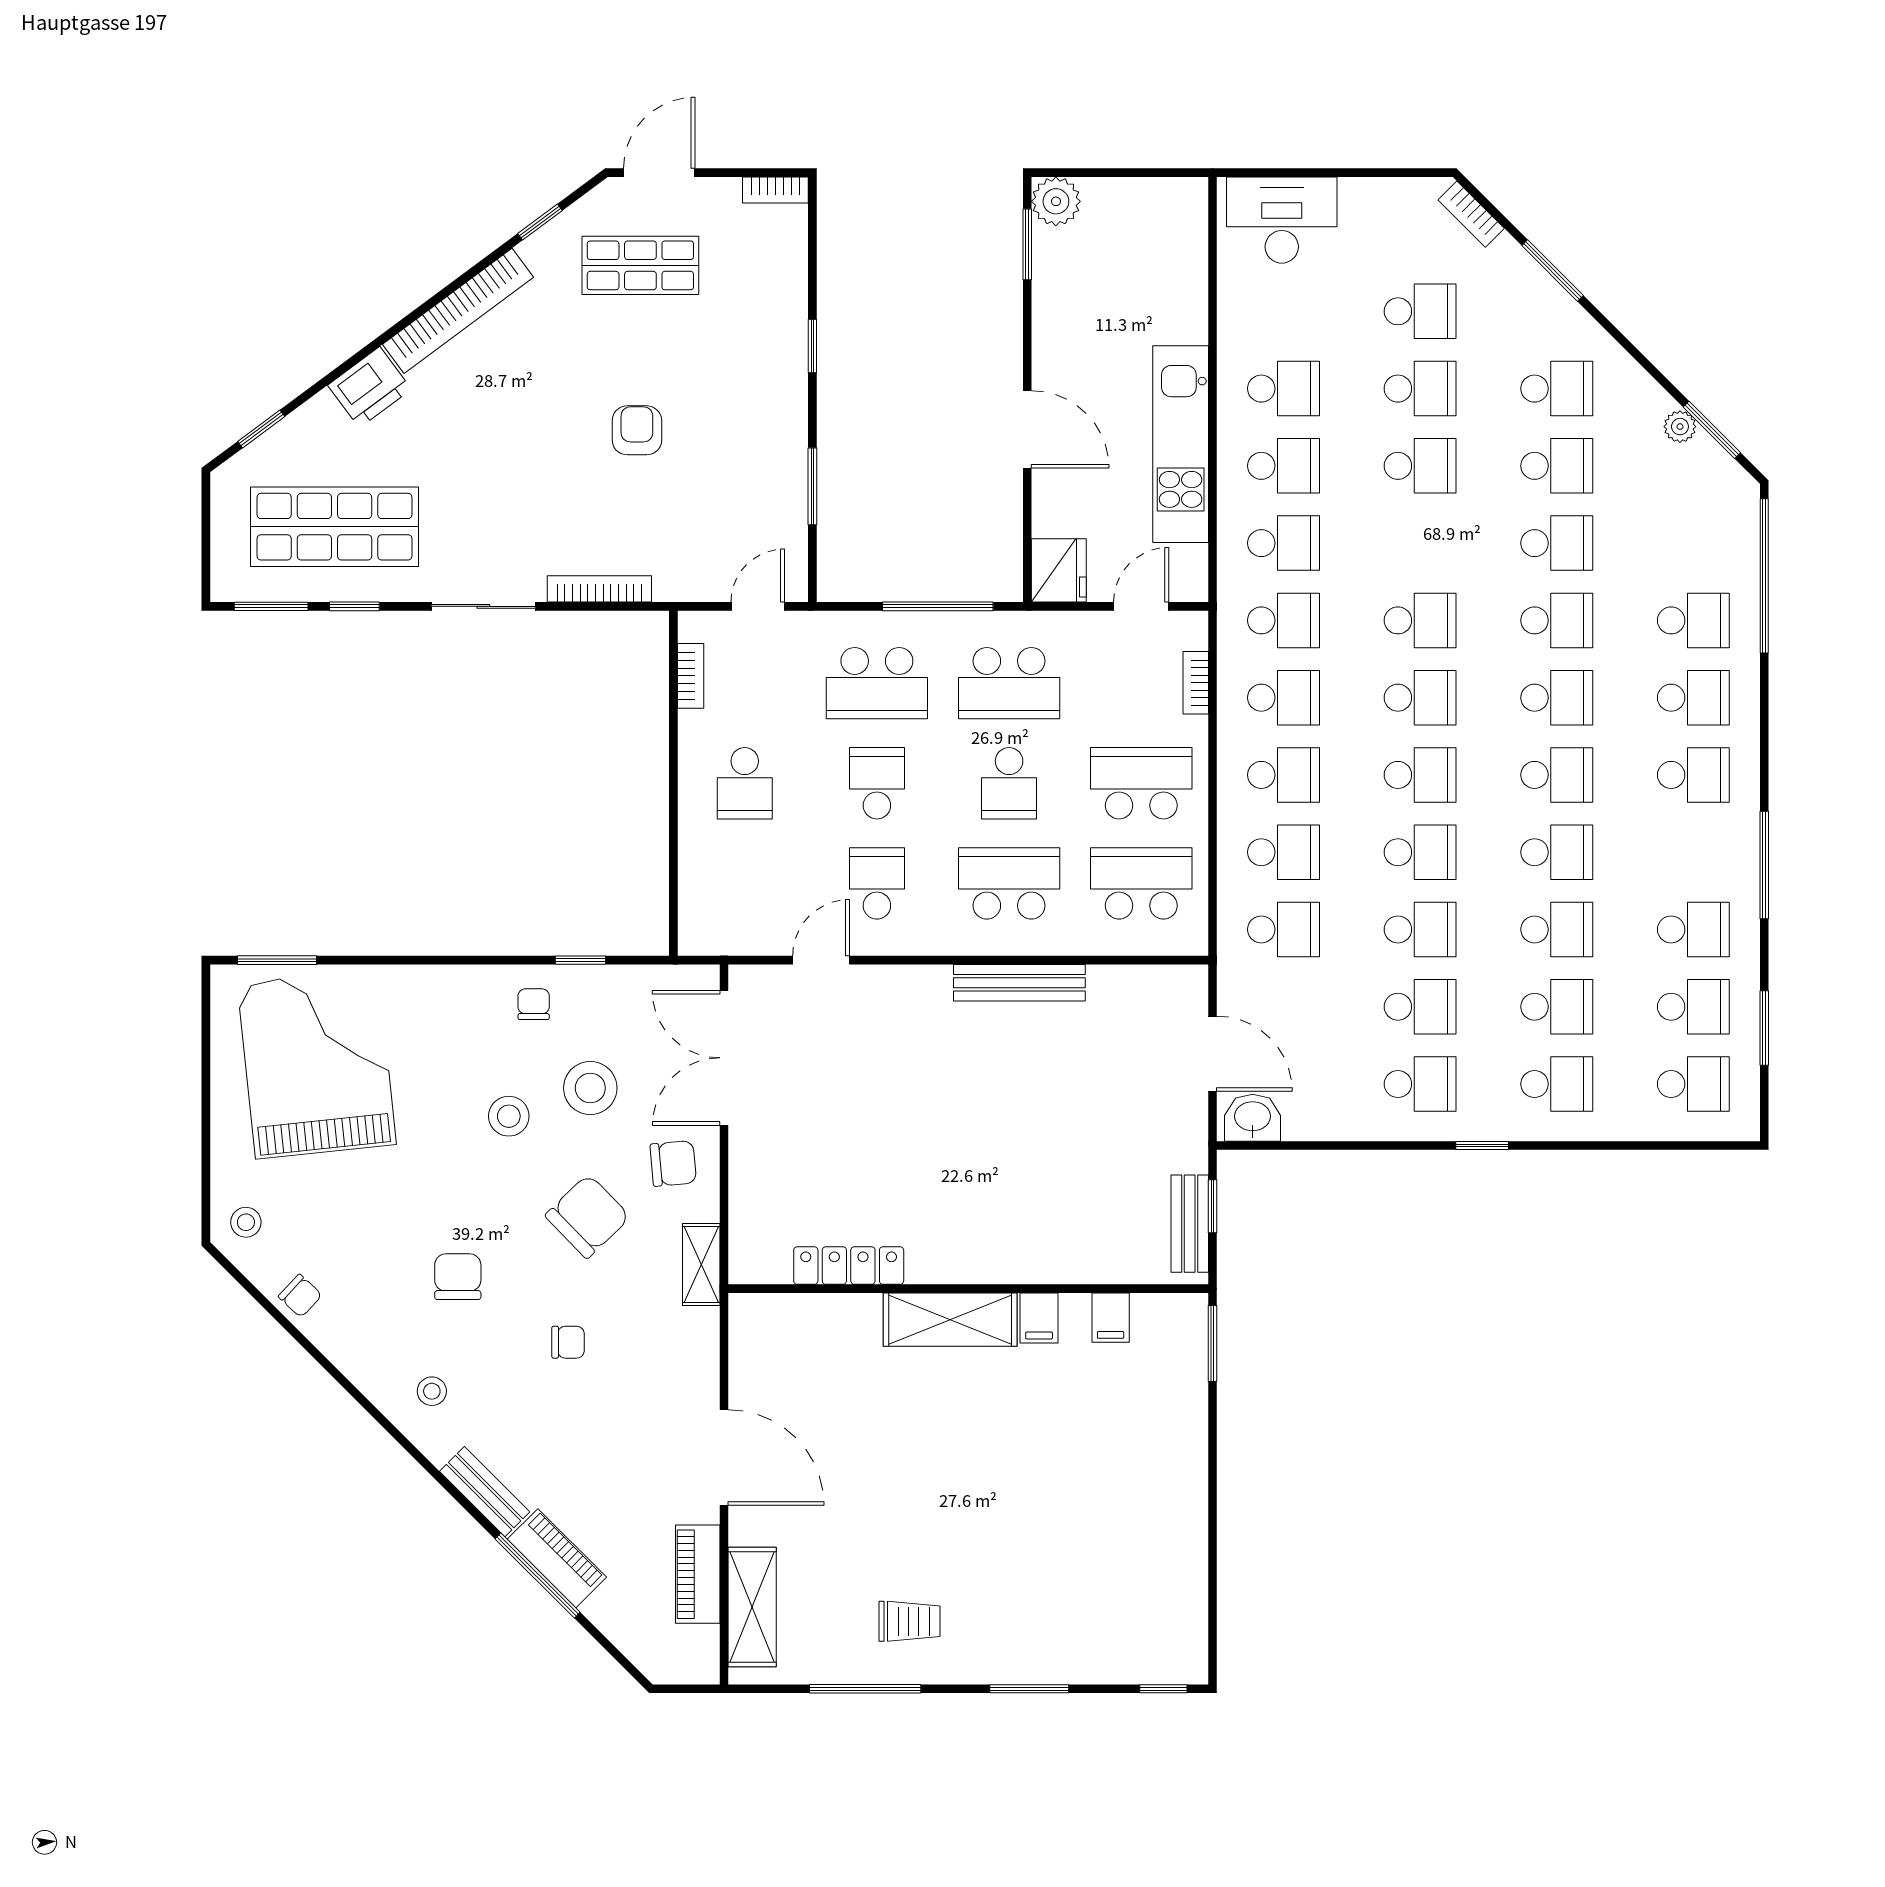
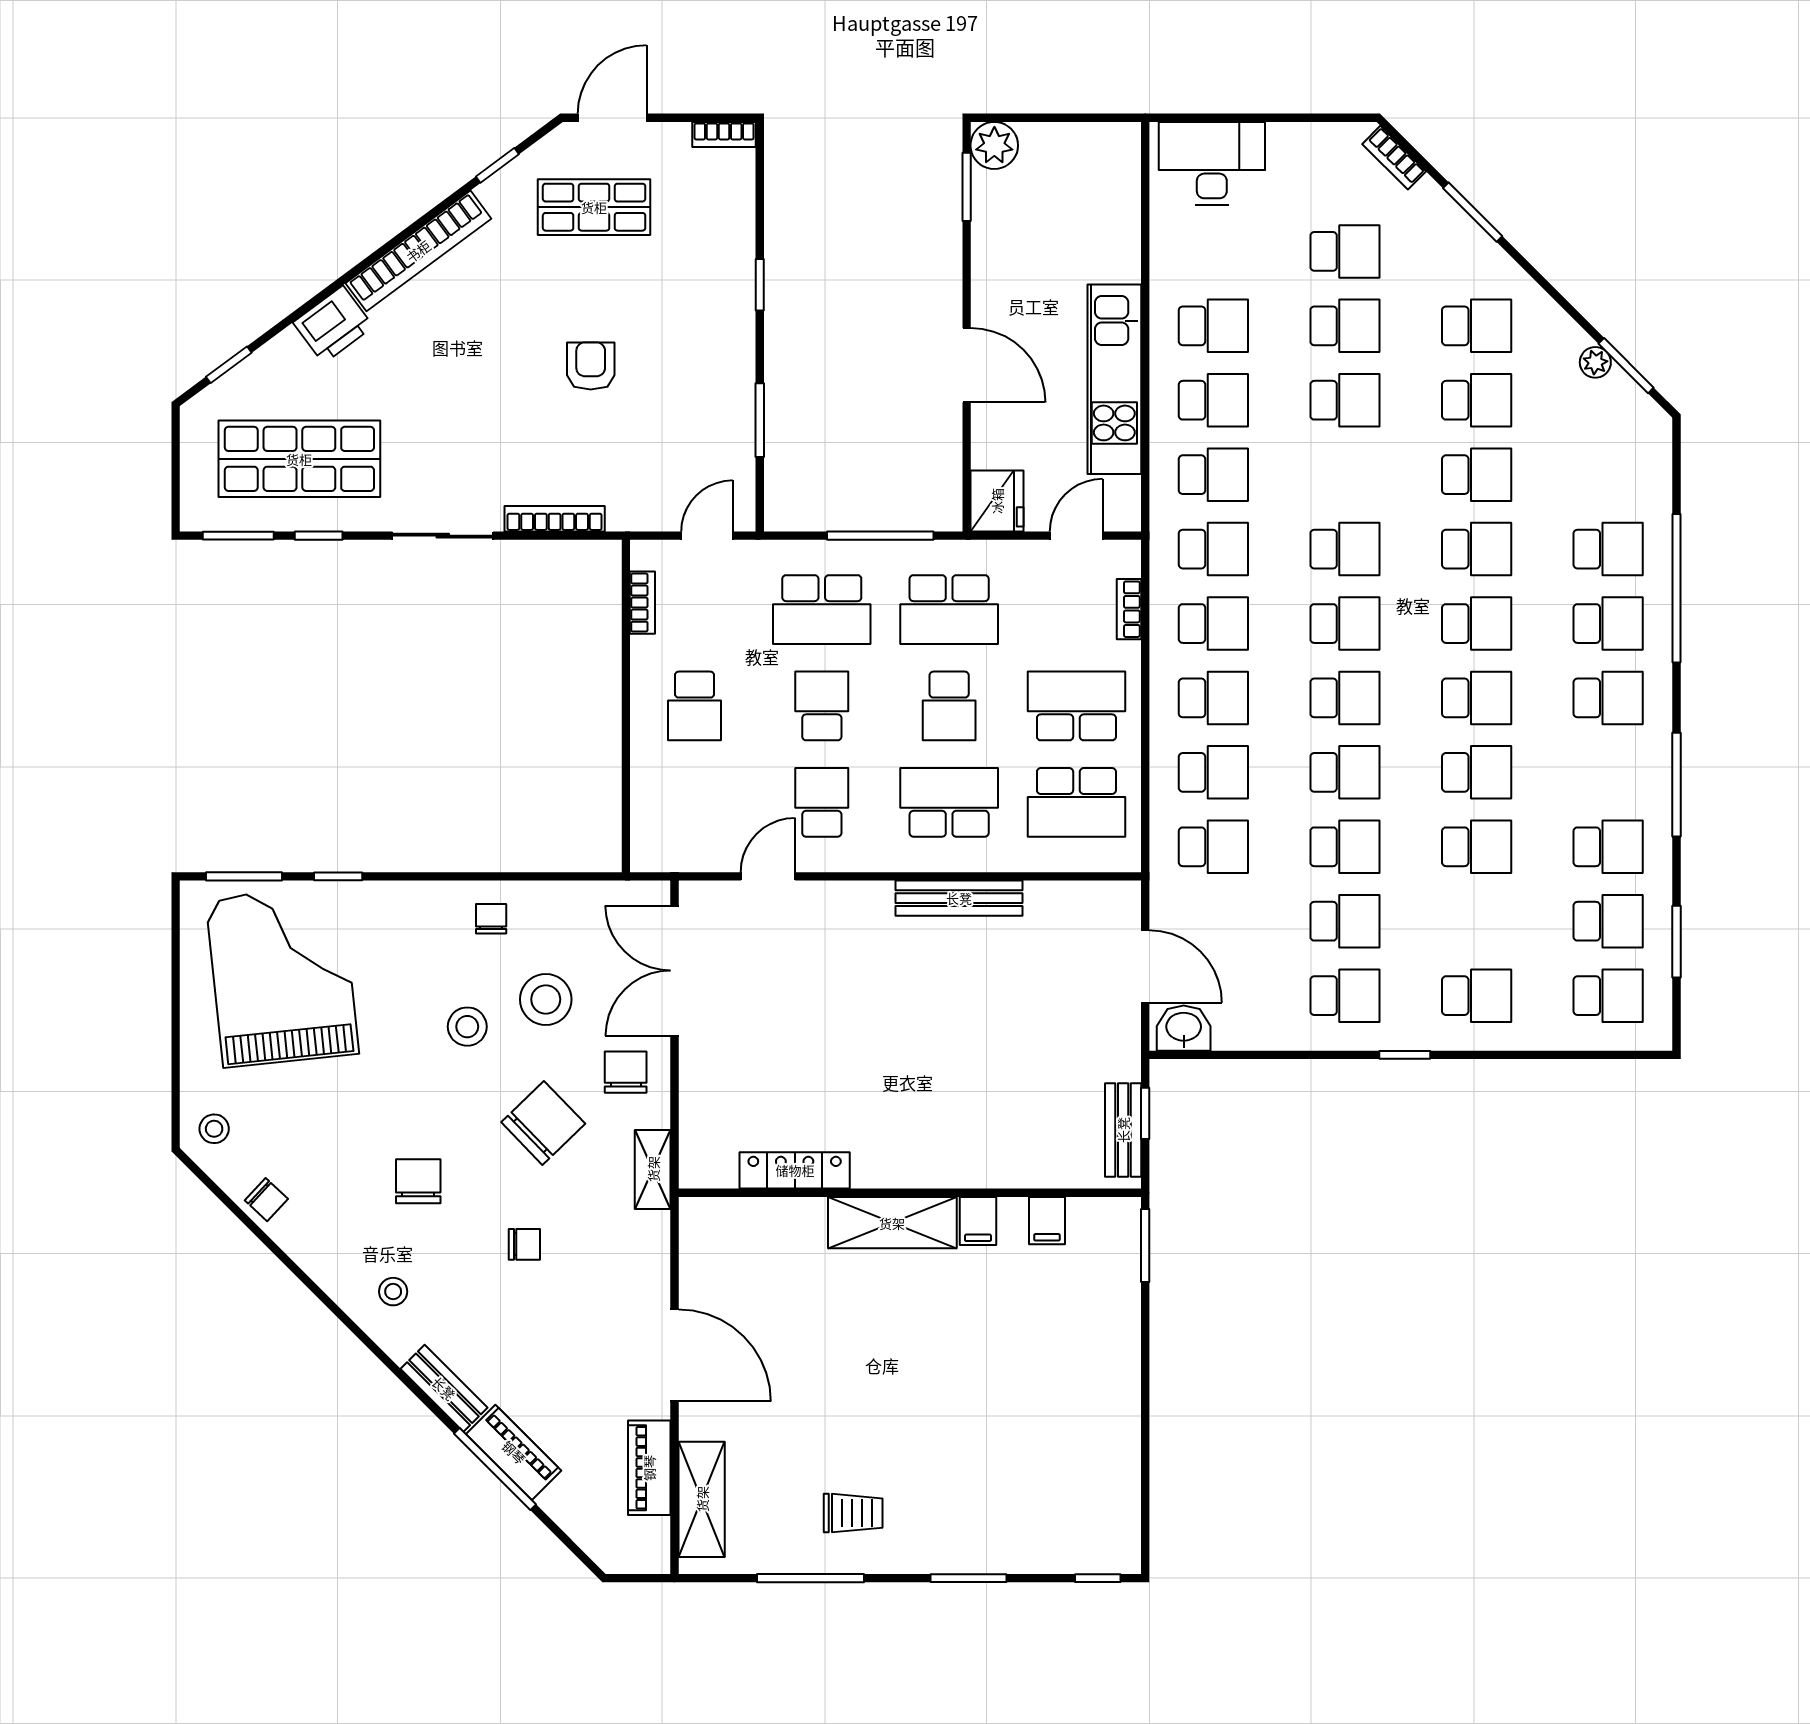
window: (1764, 576) -> (1677, 588), moved
school desk: (1141, 883) -> (1076, 802), turned 180
window: (580, 960) -> (338, 876), moved
school desk: (1557, 1007) -> (1477, 921), removed
chair: (673, 1163) -> (626, 1072), turned -85

